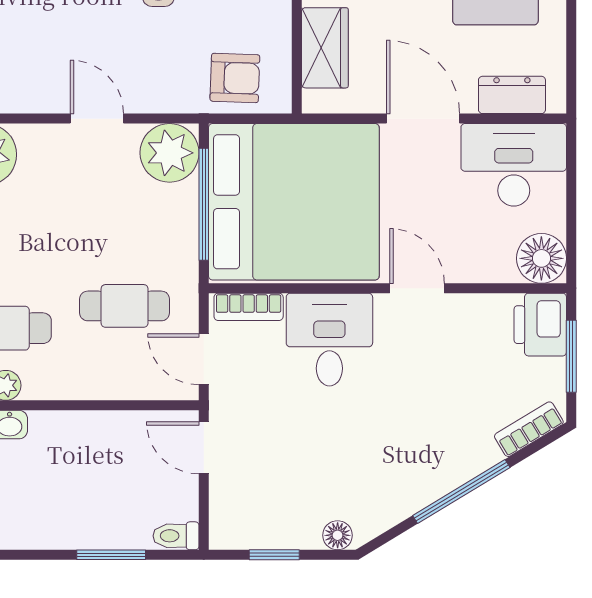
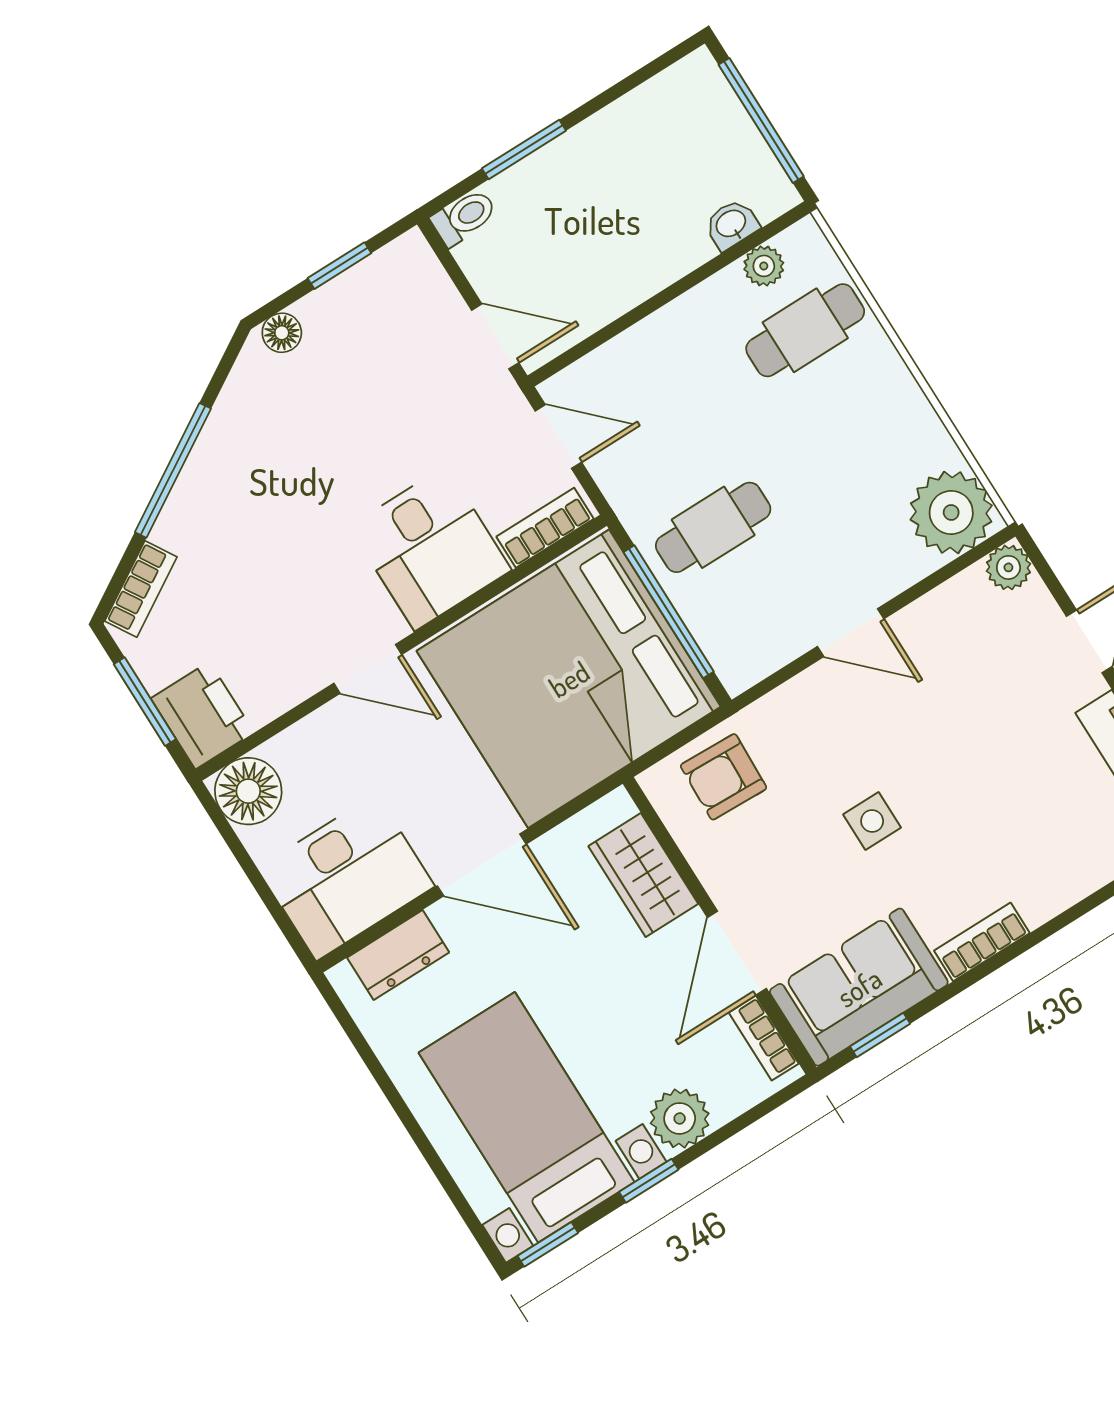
plant: (170, 153) -> (744, 646), removed
cafe table: (125, 306) -> (713, 527), moved

